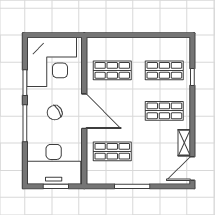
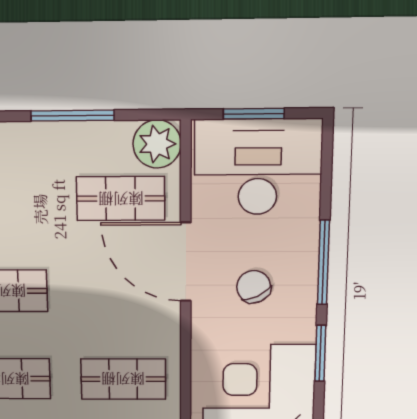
door: (84, 111) -> (186, 262), moved
chair: (55, 113) -> (254, 287), turned -85
plant: (96, 174) -> (157, 144), added

